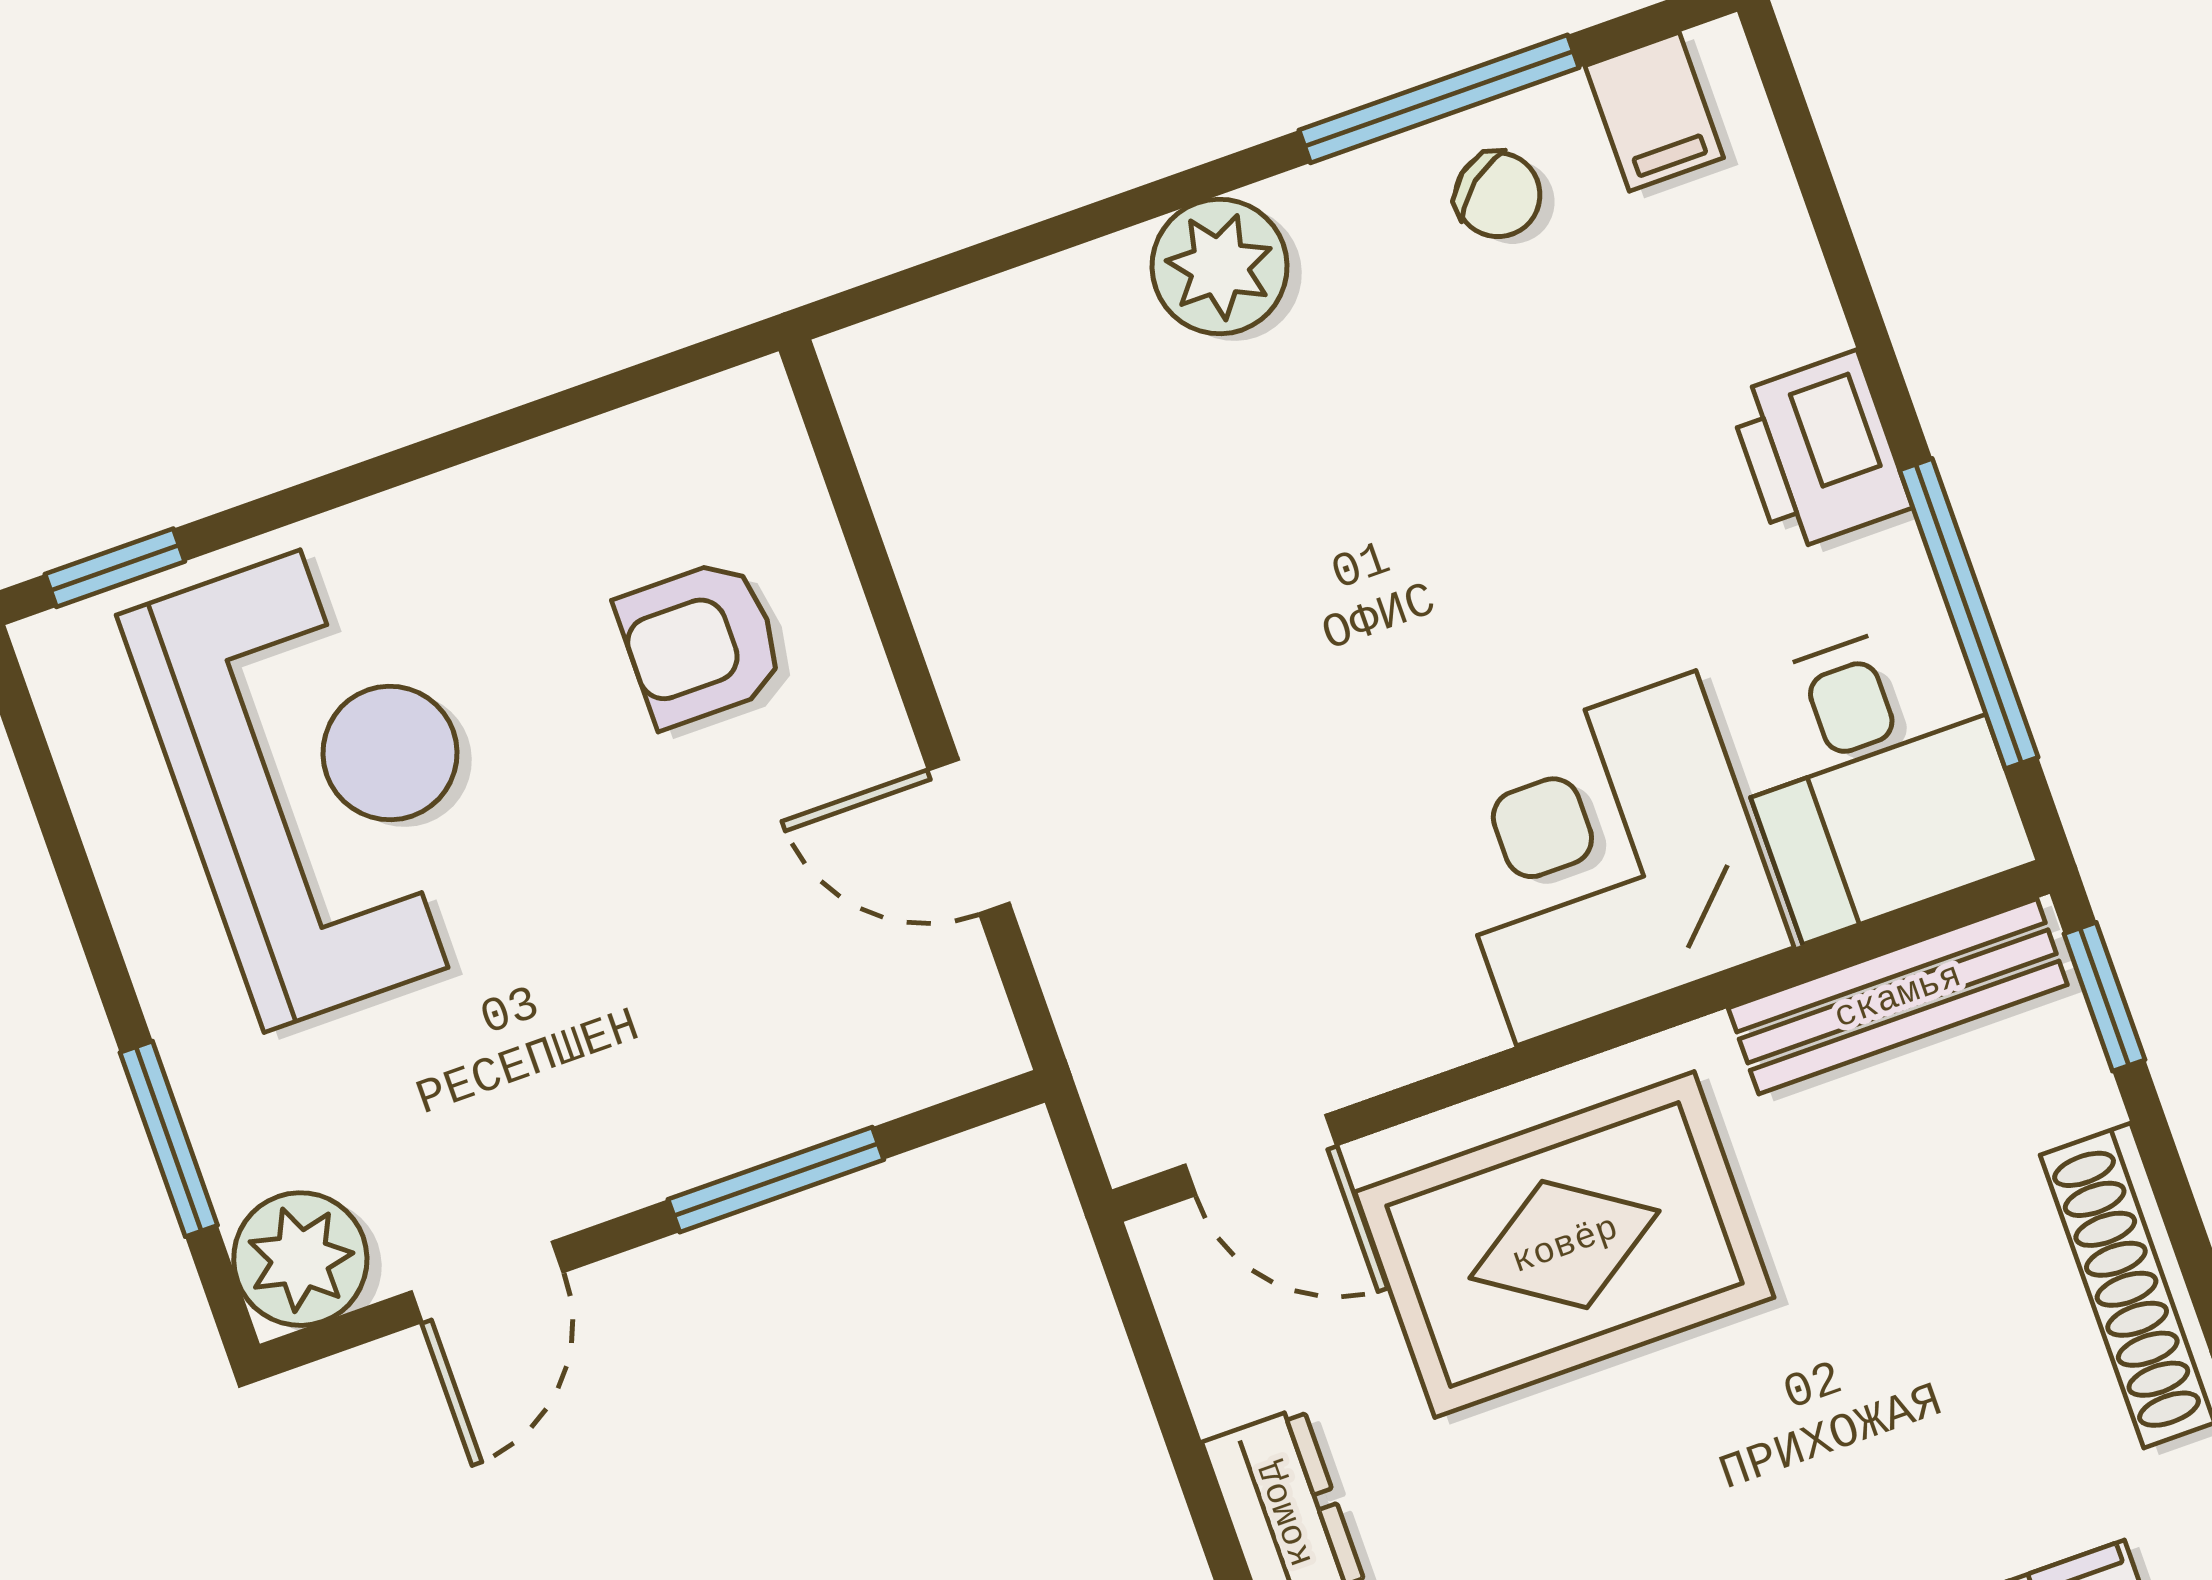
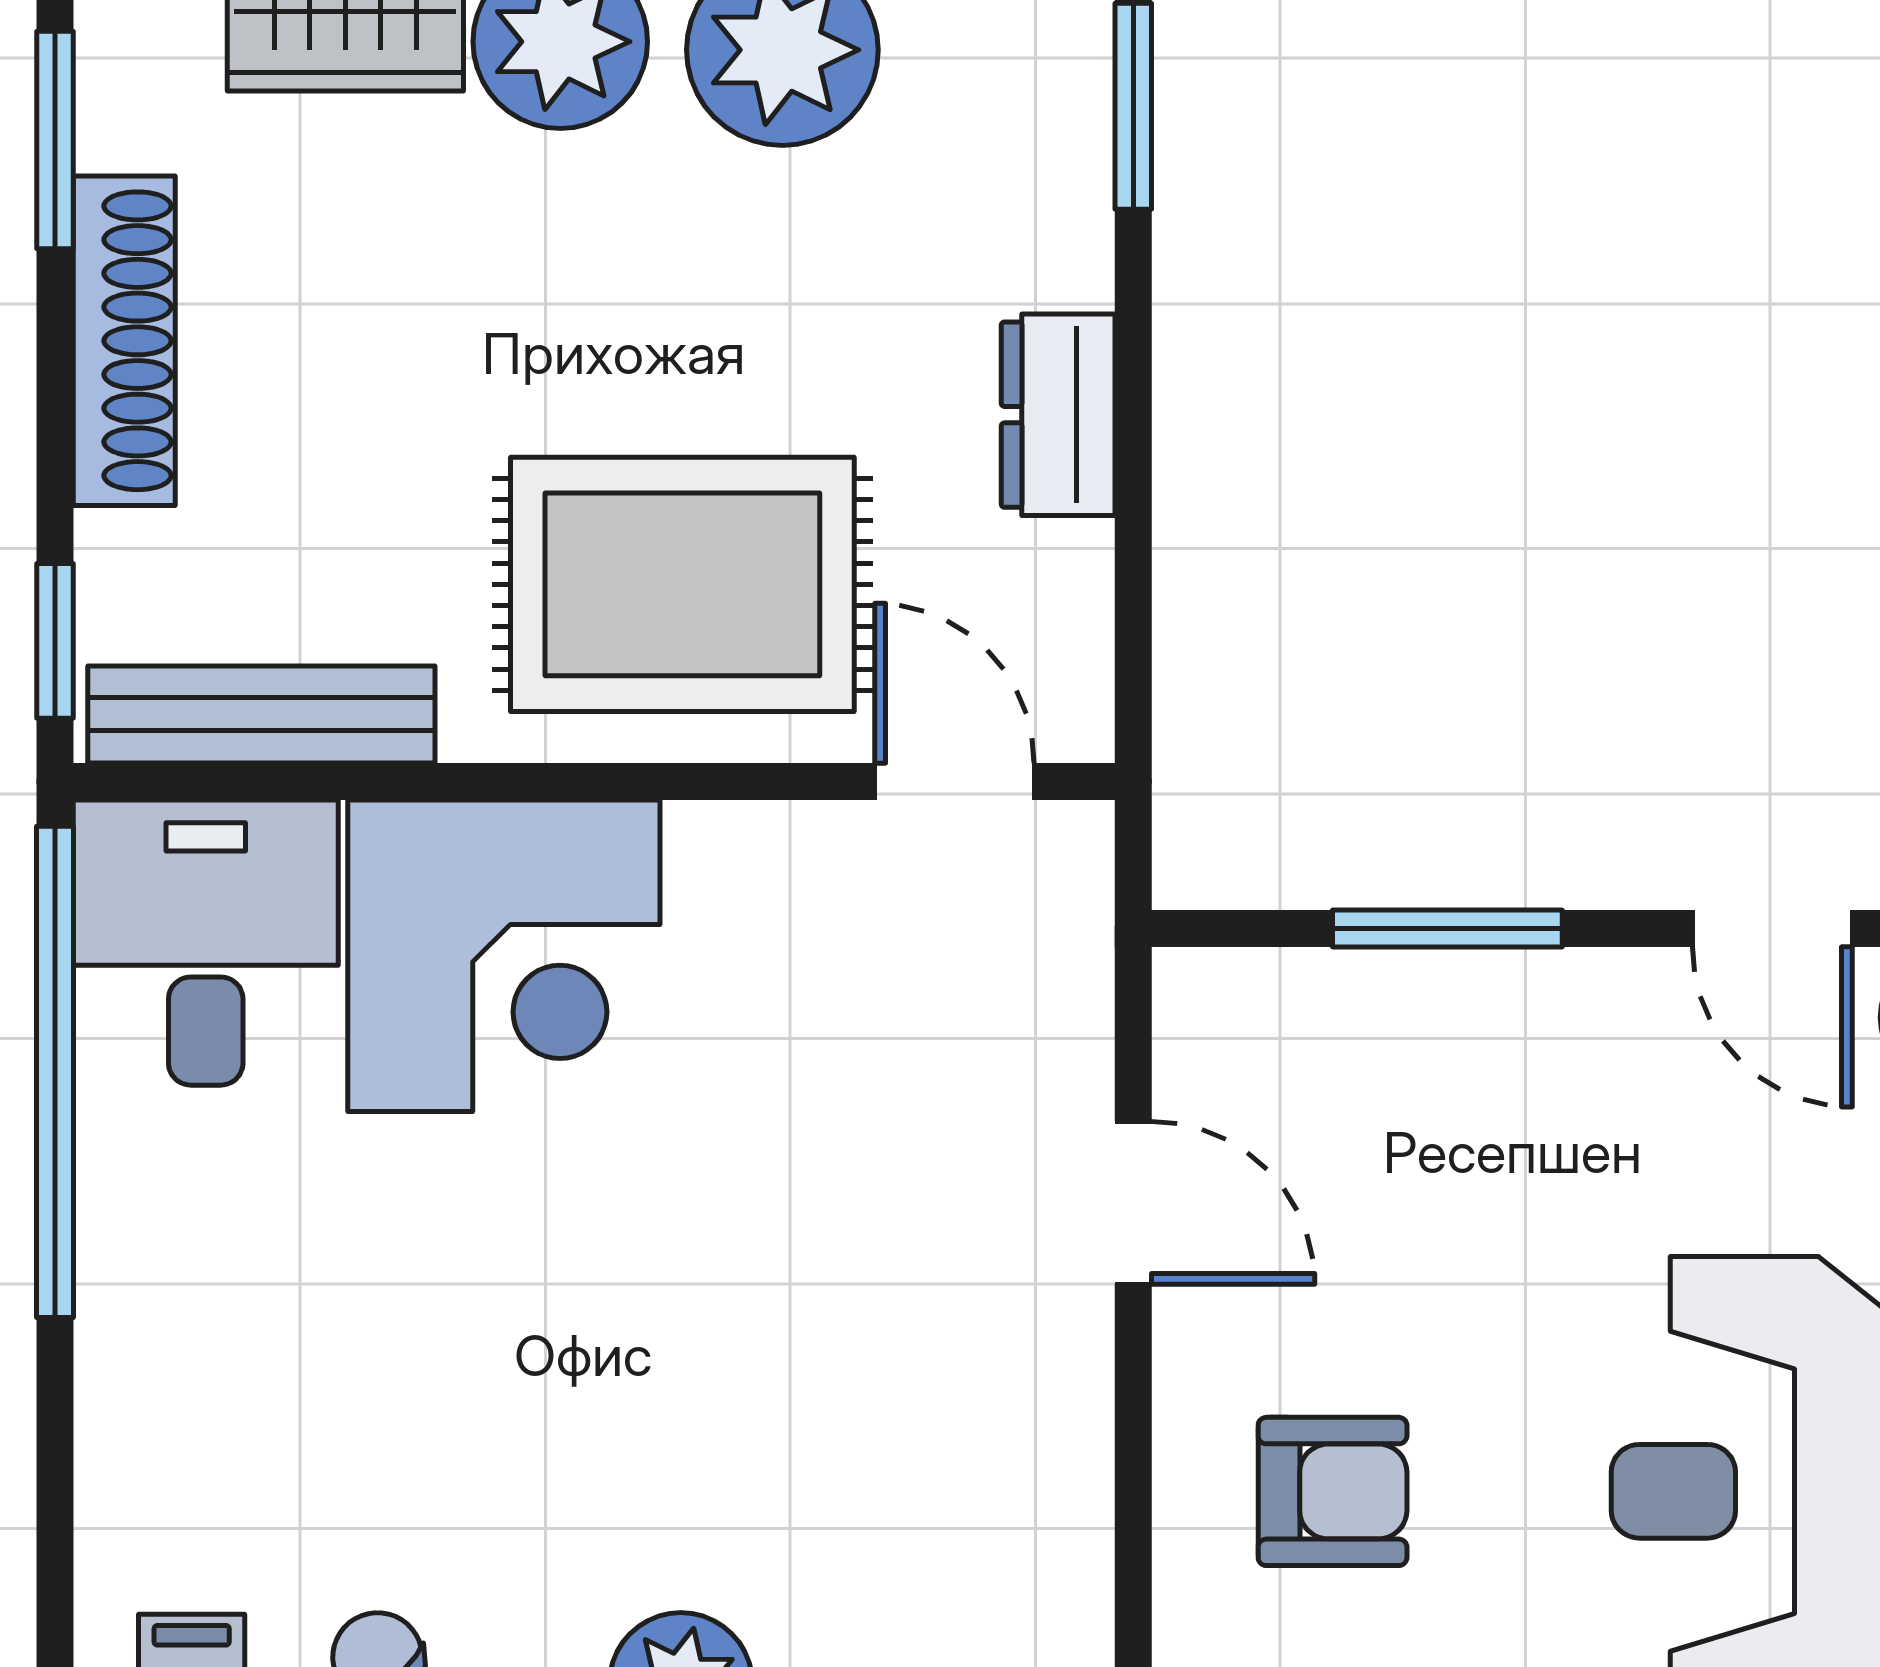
printer: (1819, 452) -> (147, 1286), removed
window: (1969, 614) -> (55, 1072), width x1.46
door: (487, 1282) -> (1772, 928), swing flipped

